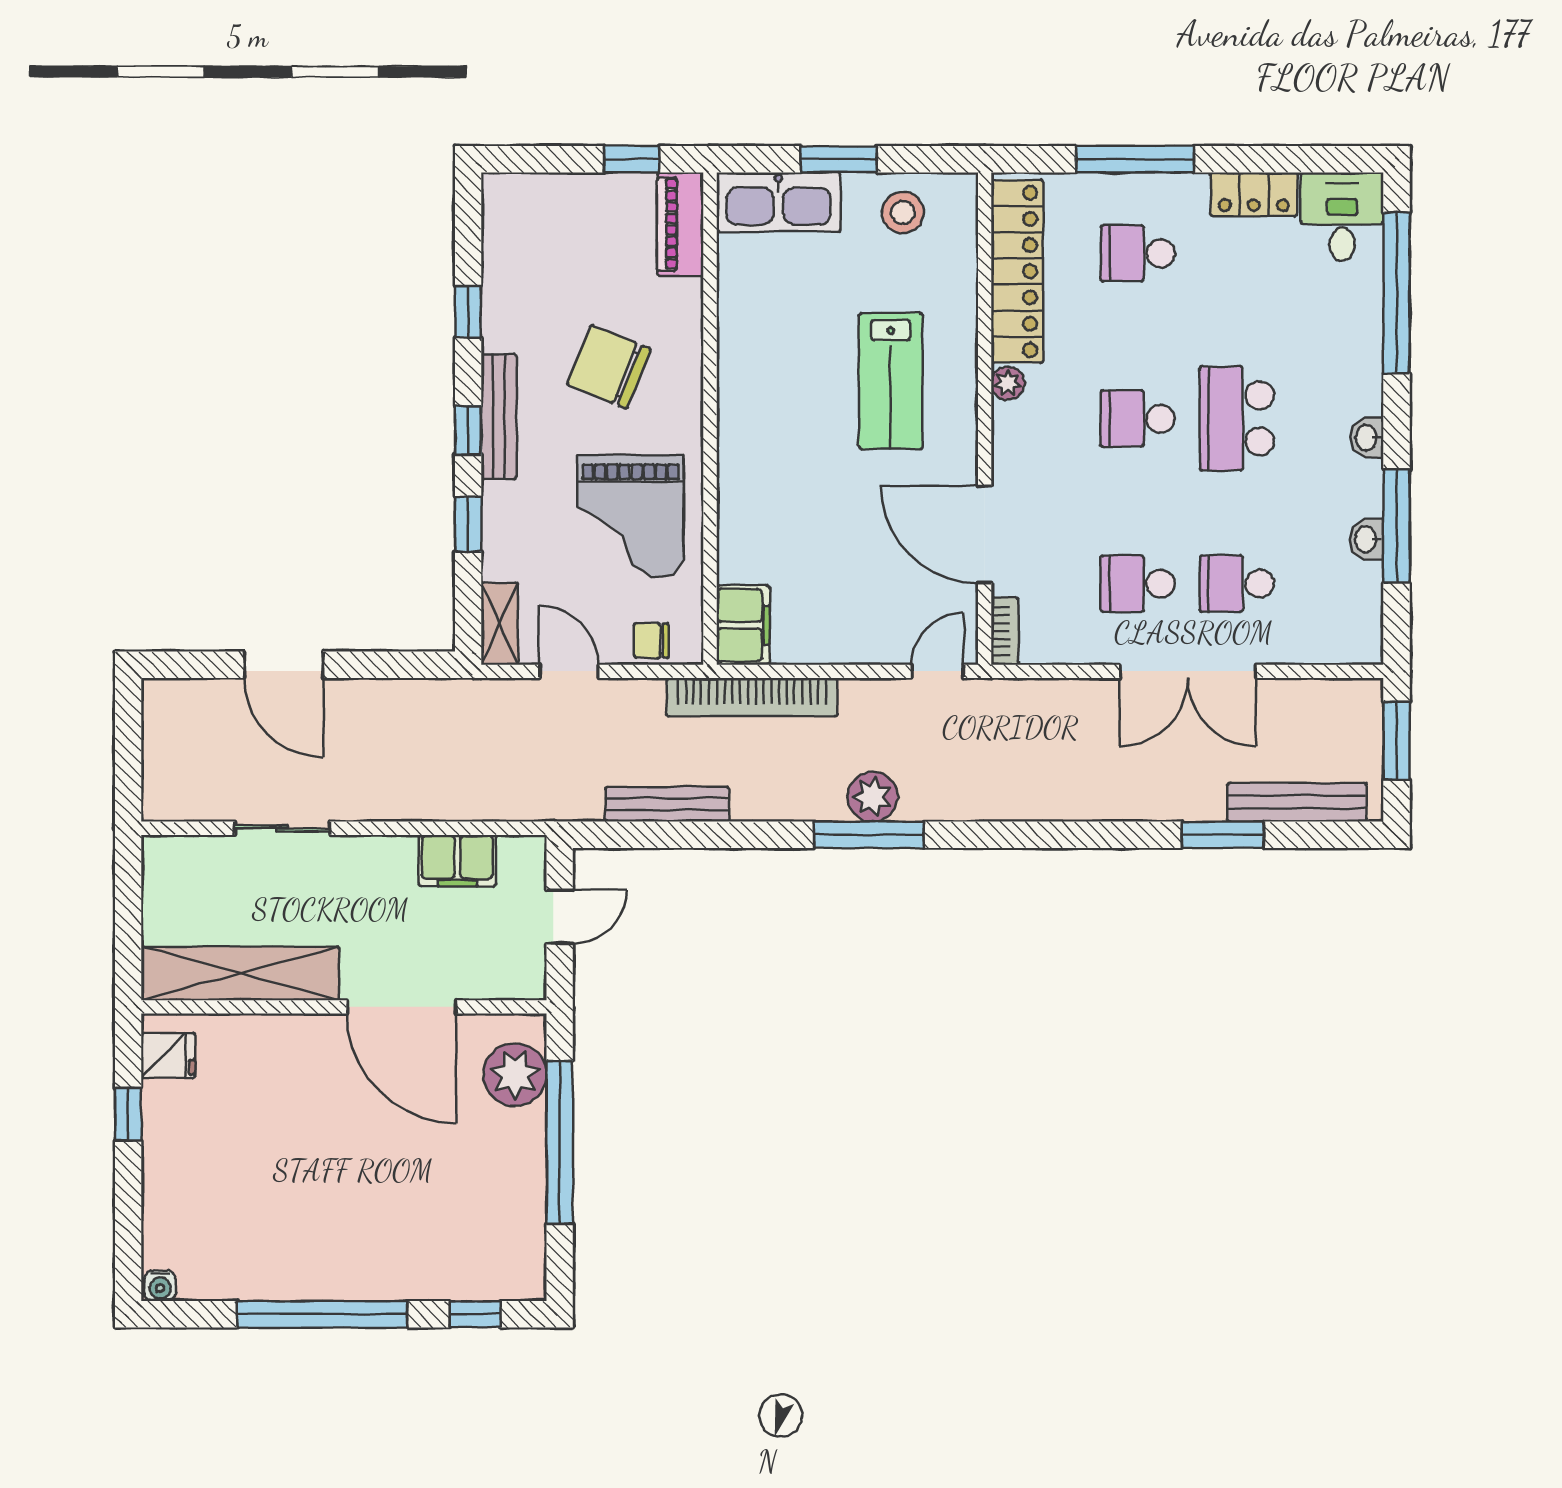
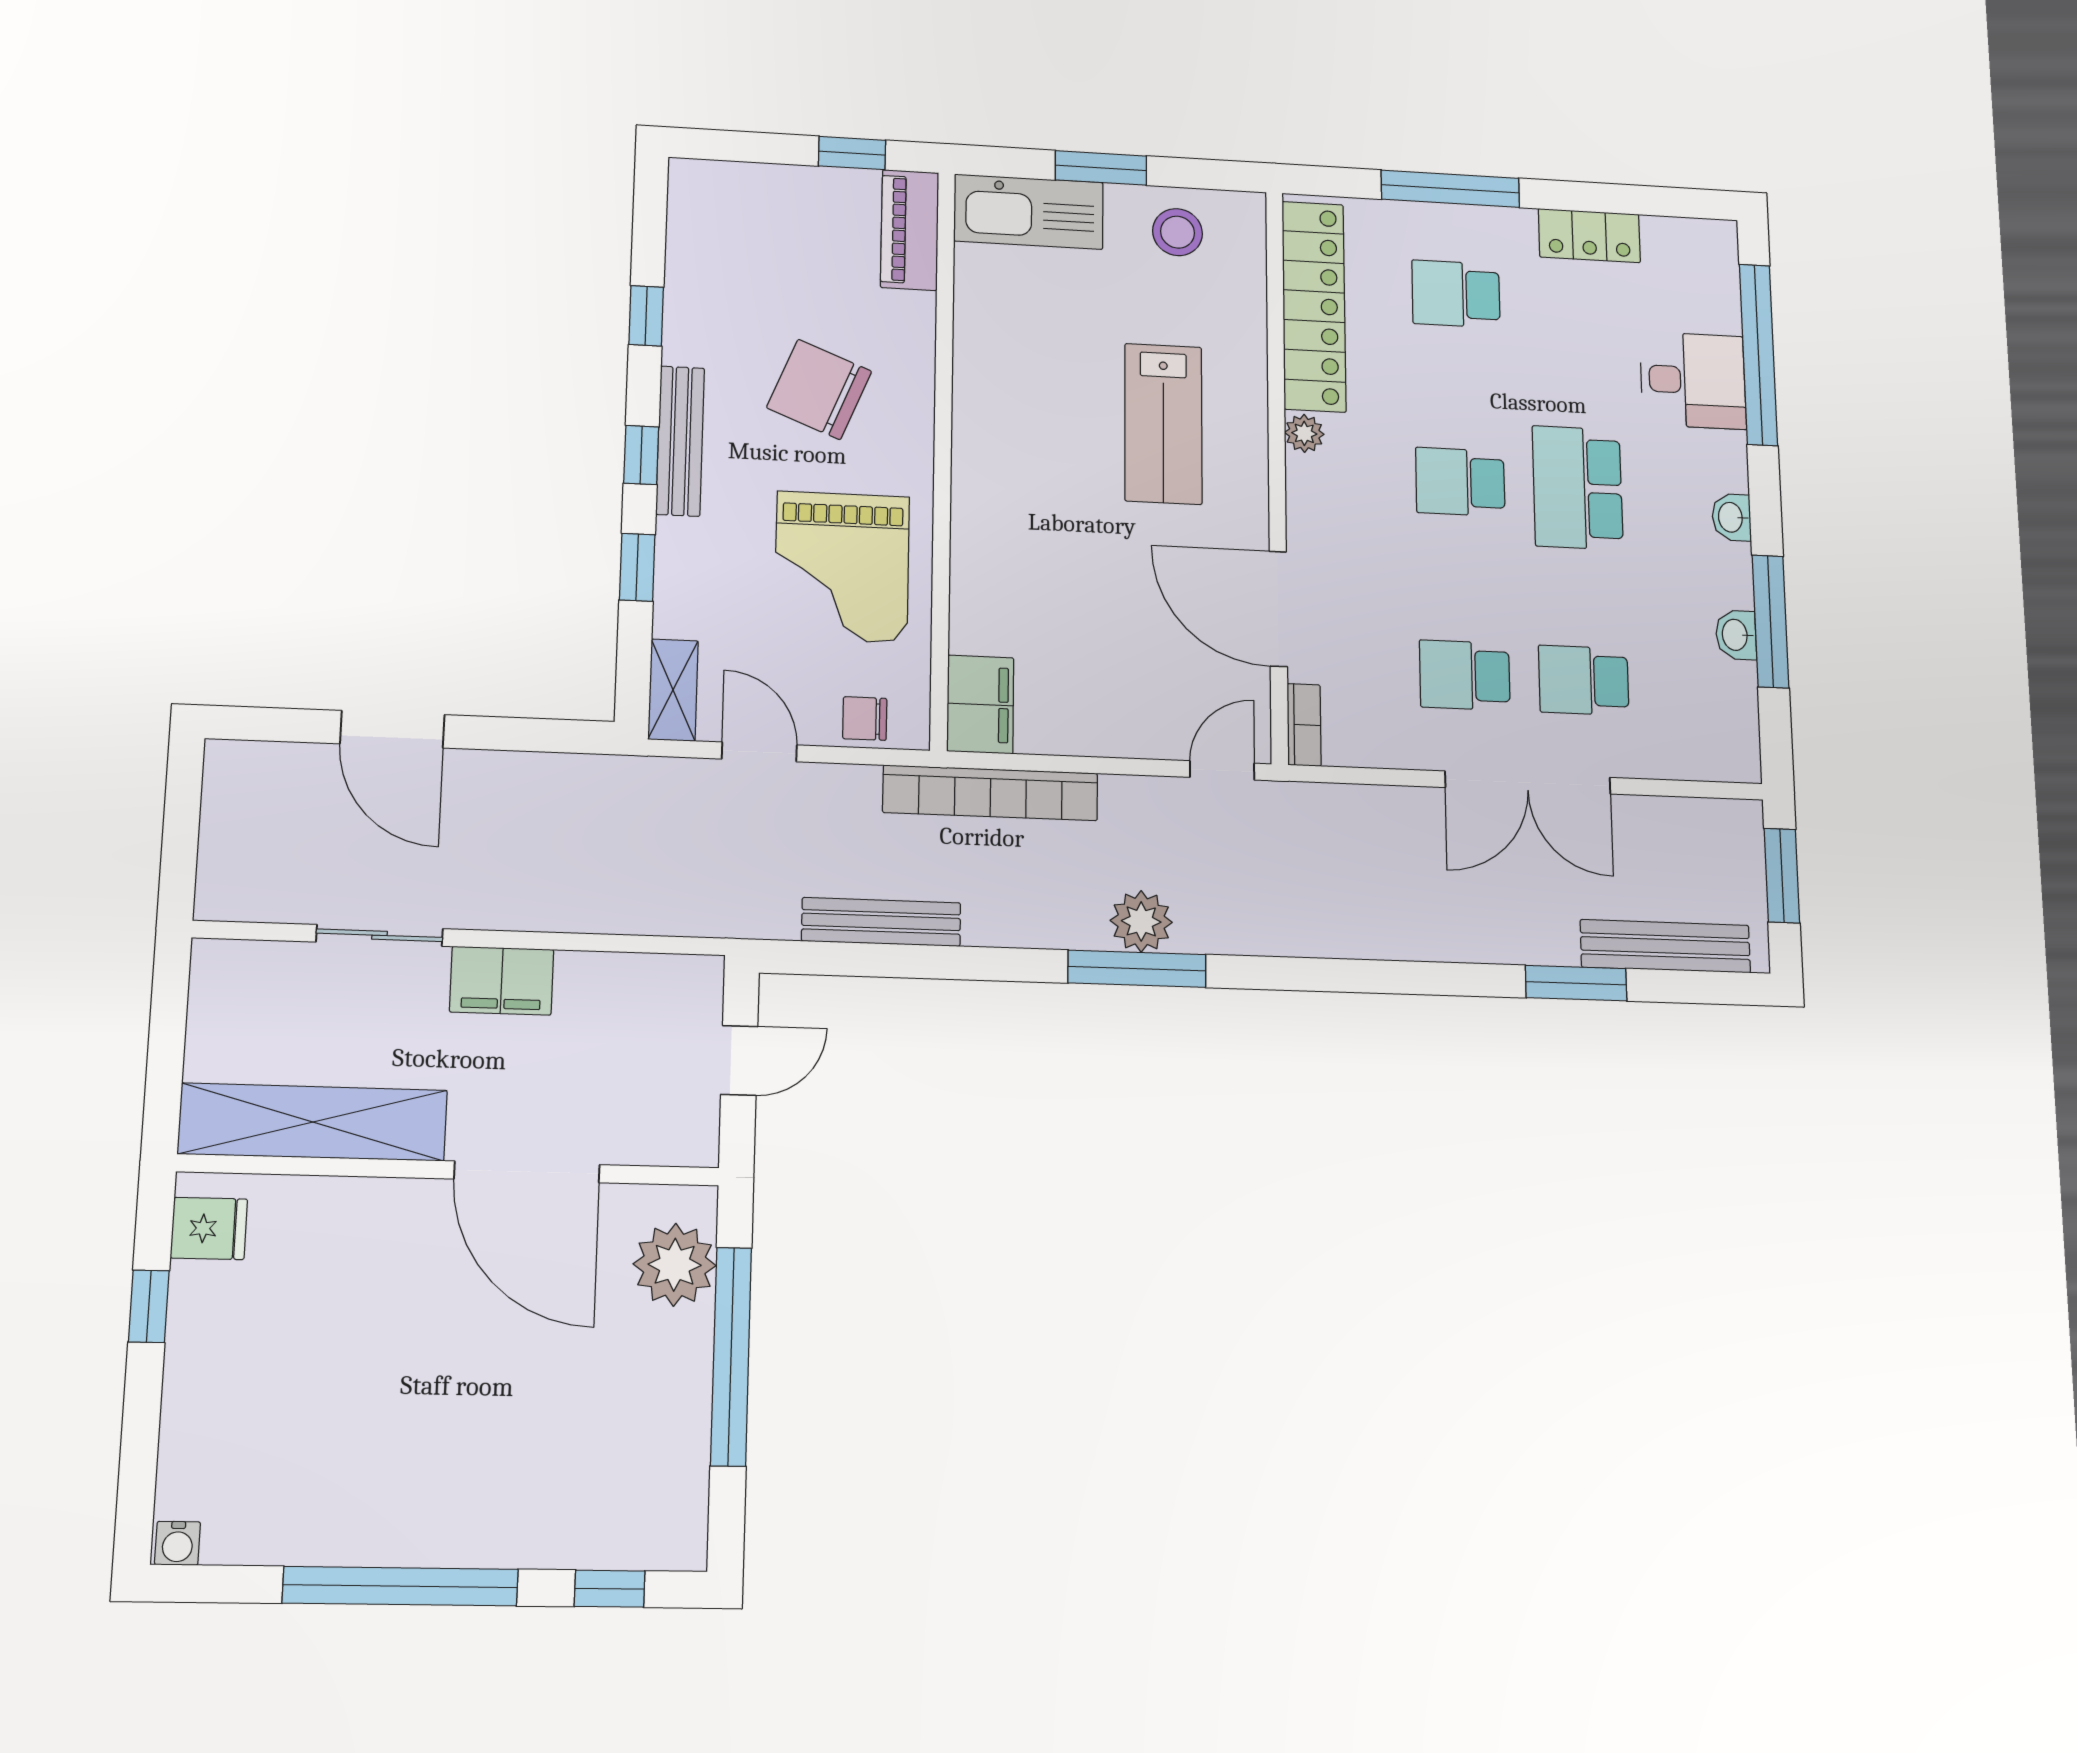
desk: (1342, 217) -> (1693, 380), moved, turned 90
filing cabinet: (457, 860) -> (502, 981), moved

